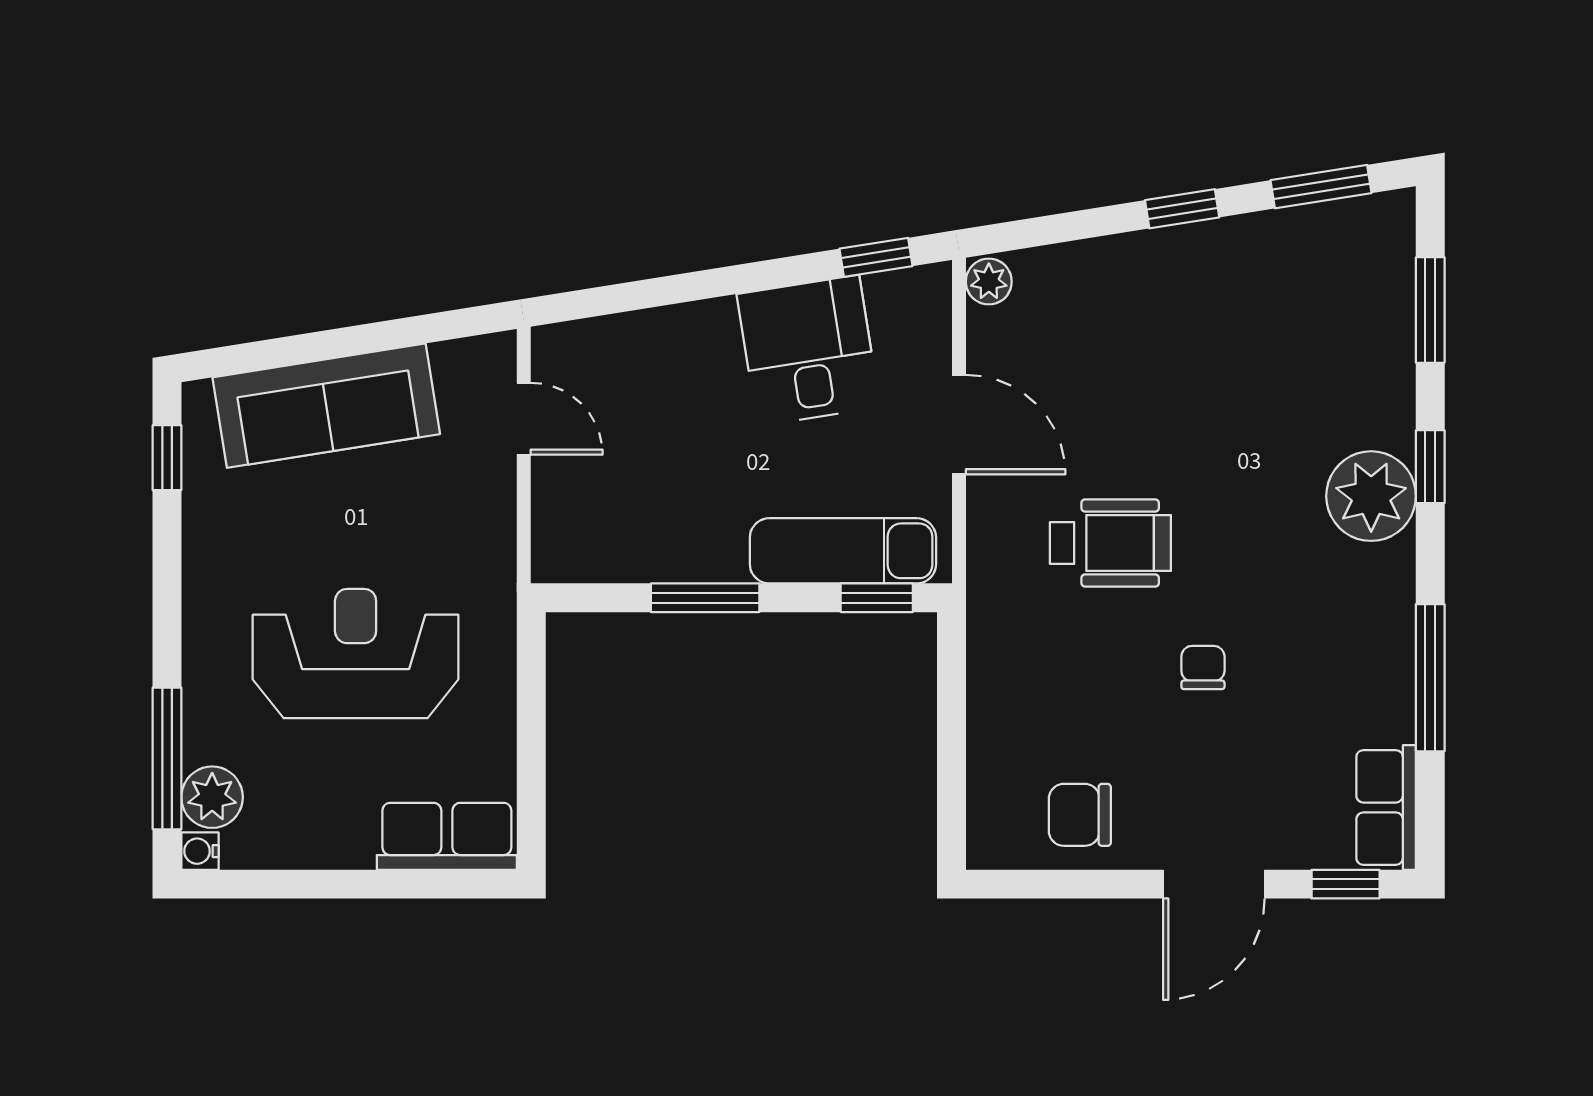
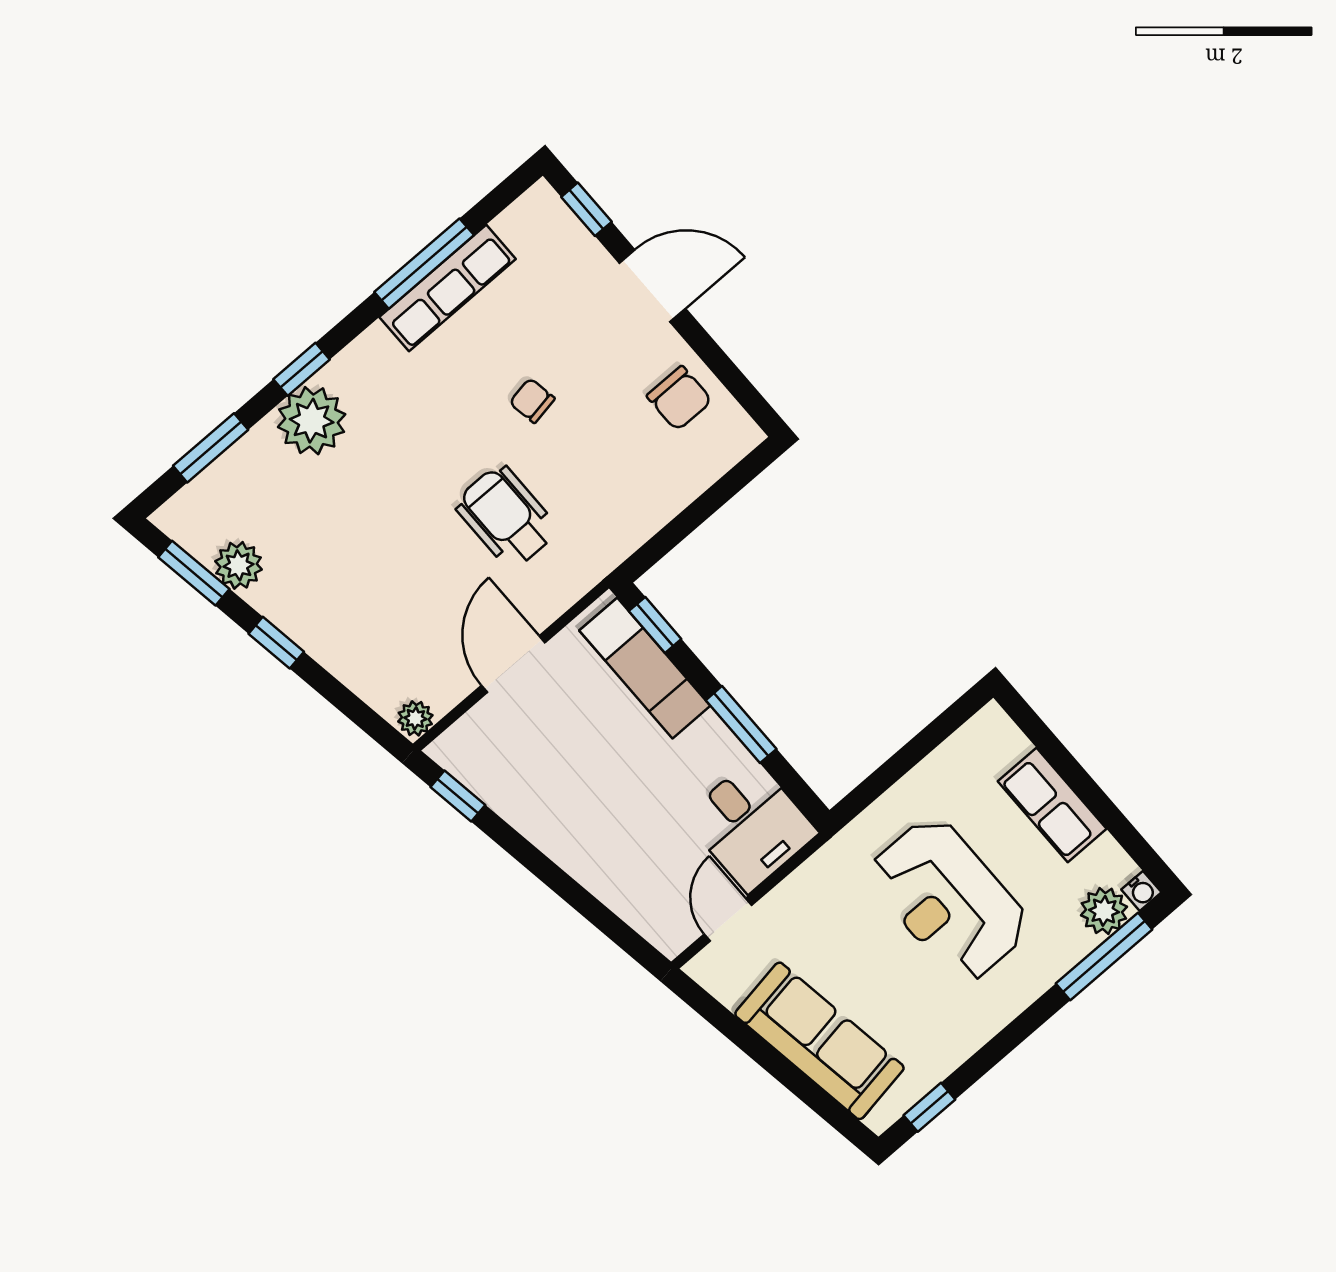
plant: (1290, 237) -> (239, 565), added
desk: (808, 351) -> (751, 825), moved, turned -81
plant: (1371, 496) -> (312, 421), moved
chair: (1203, 668) -> (532, 401), turned 80
row of seats: (1386, 807) -> (448, 288), moved, width x1.48
row of seats: (447, 836) -> (1052, 805), moved

